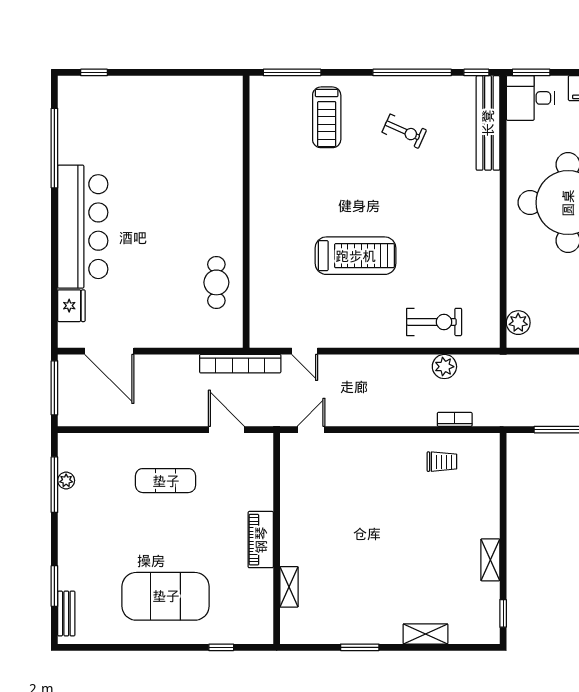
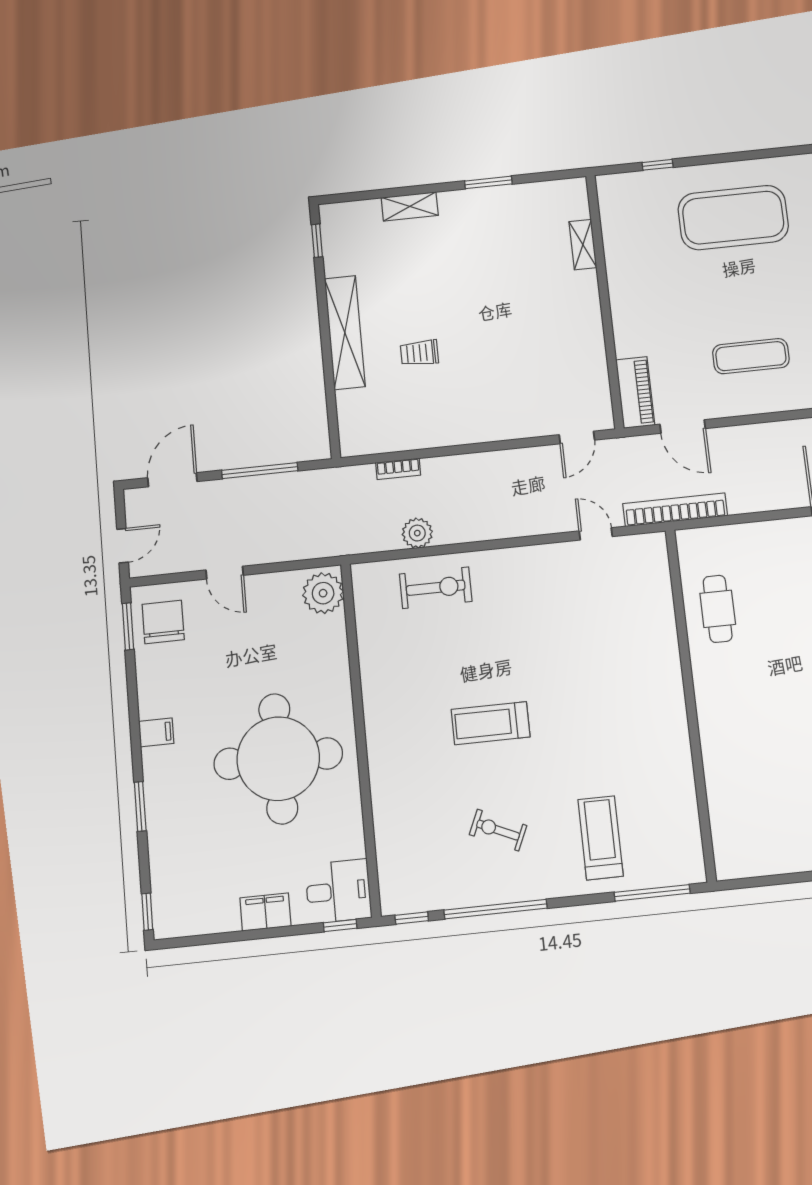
window: (531, 72) -> (340, 925), width x0.67
bench: (488, 123) -> (390, 852), removed
treadmill: (356, 256) -> (491, 723), moved, width x0.73, depth x0.73
exercise bike: (434, 322) -> (436, 588), turned 180
plant: (518, 323) -> (323, 593), width x1.36, depth x1.36
trolley: (442, 462) -> (419, 353), moved
piano: (261, 540) -> (635, 392), moved
shelving: (490, 560) -> (345, 332), width x2.20, depth x1.33

